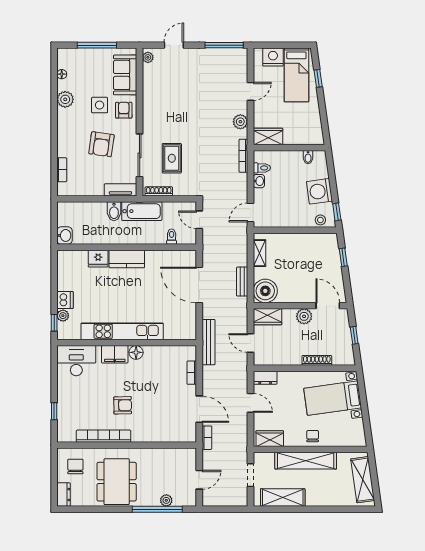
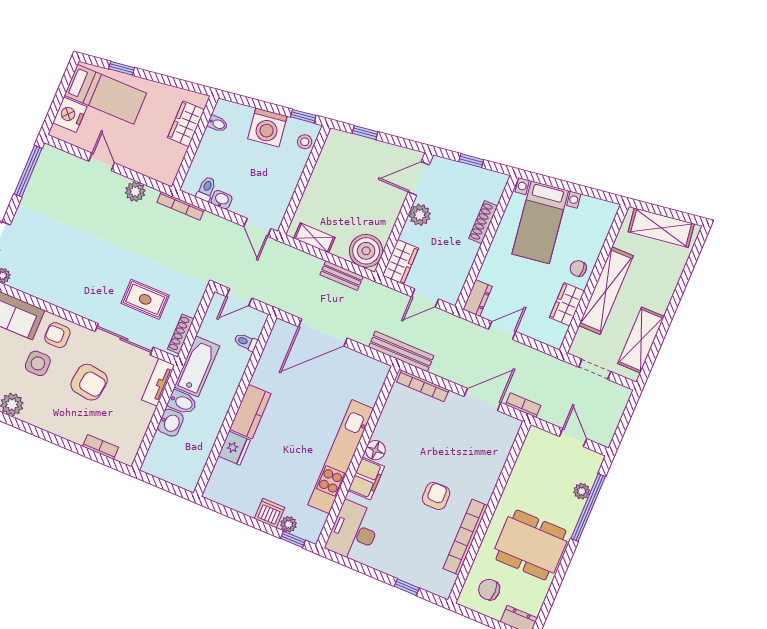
wardrobe: (268, 136) -> (186, 124), moved
washbasin: (65, 235) -> (170, 423), moved, turned 90
bookcase: (192, 373) -> (423, 386), width x1.56
wardrobe: (270, 439) -> (567, 304), moved

